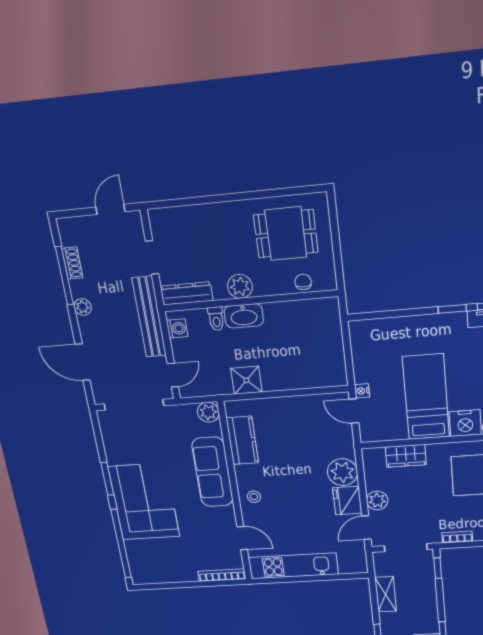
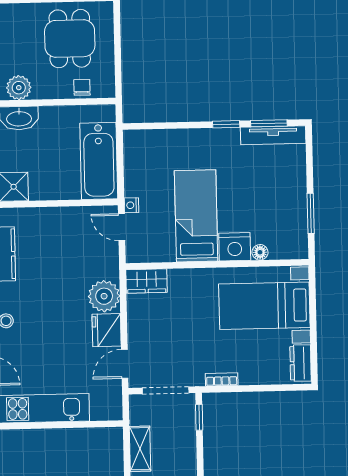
dining table: (286, 234) -> (70, 39), turned 90
bathtub: (327, 352) -> (99, 161), added
wardrobe: (406, 456) -> (147, 281), moved
plant: (377, 500) -> (138, 331), removed

